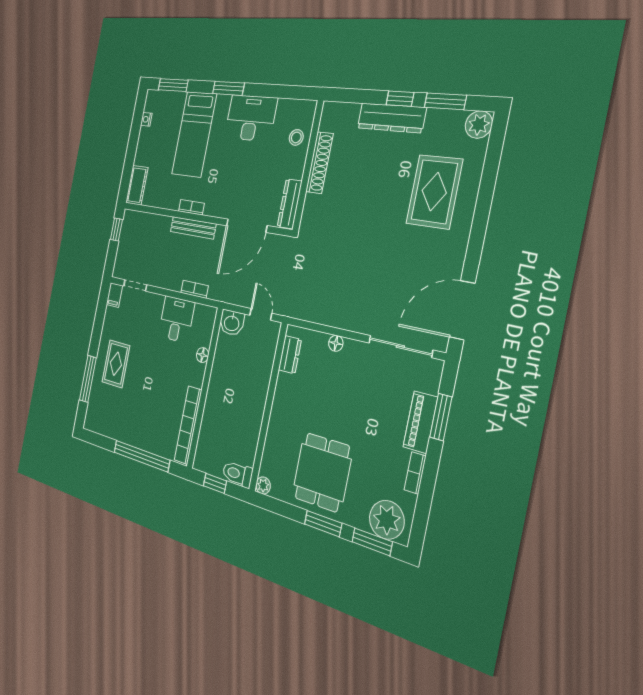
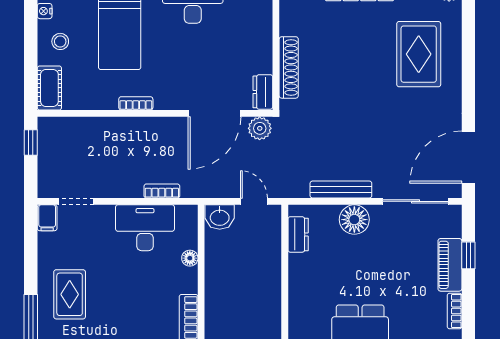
stool: (296, 137) -> (60, 41), moved
shoe rack: (319, 163) -> (289, 67), moved
dresser: (290, 204) -> (263, 92), width x0.70
bench: (193, 228) -> (341, 189), moved
plant: (279, 246) -> (260, 128), added
desk: (176, 319) -> (145, 228), width x1.37
floor lamp: (336, 343) -> (354, 220), width x1.89, depth x1.89
window: (441, 417) -> (468, 255), width x0.67

